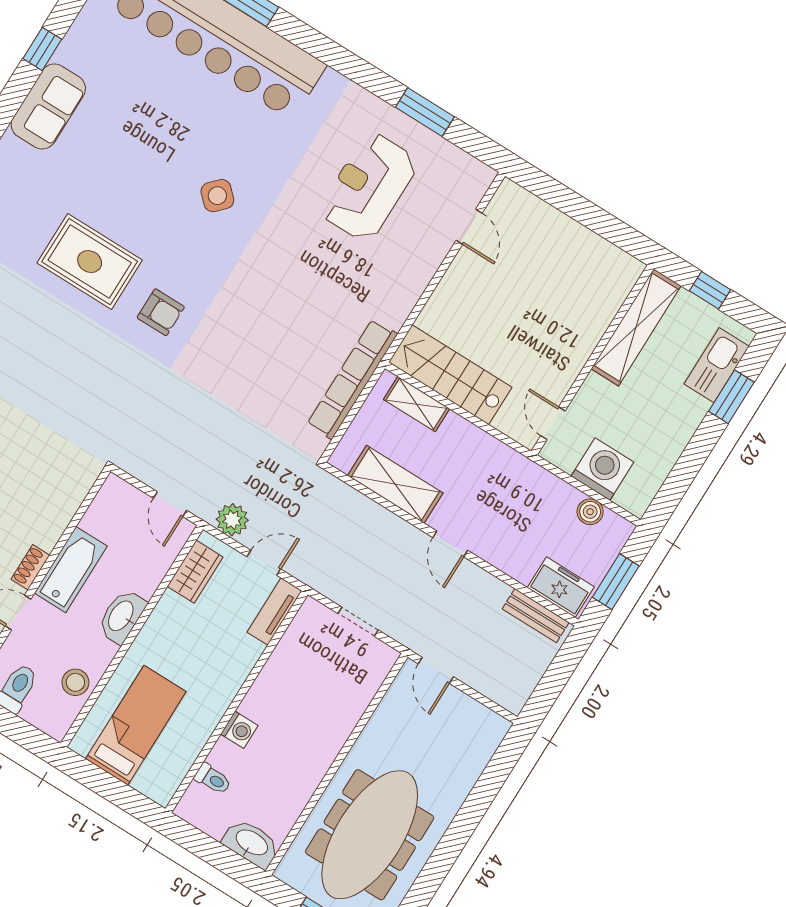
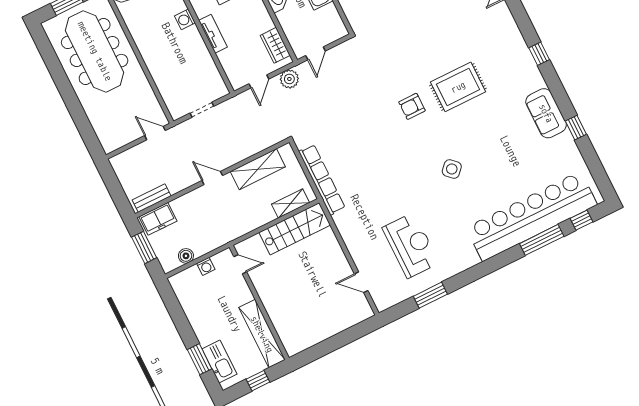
washing machine: (602, 469) -> (206, 266), width x0.53, depth x0.53
door: (170, 504) -> (316, 53), swing flipped
tv unit: (274, 612) -> (213, 34), moved

